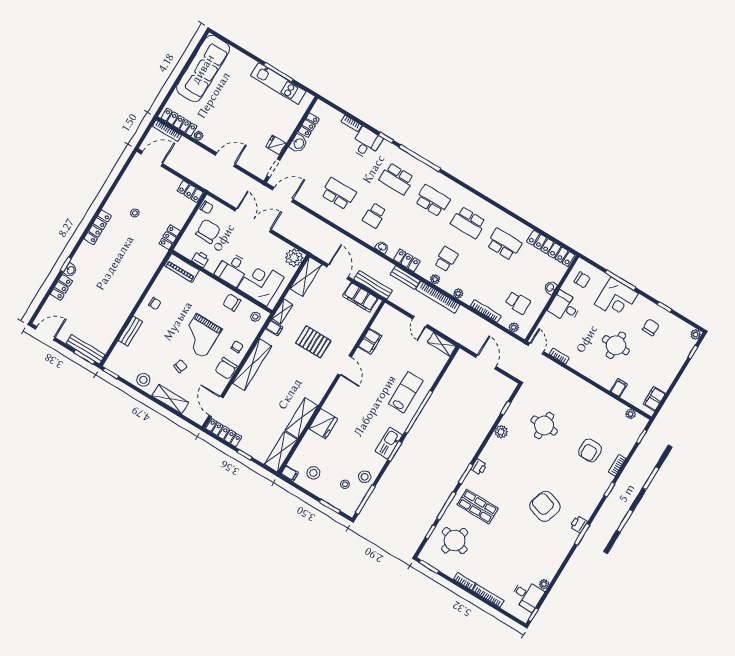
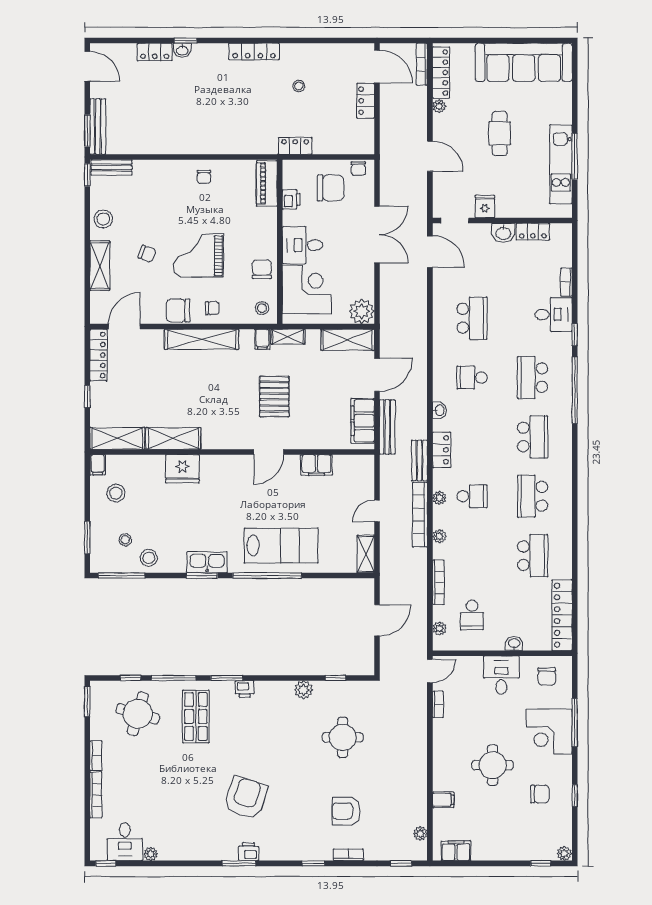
cafe table: (237, 109) -> (500, 133), added
locker: (190, 191) -> (365, 101), moved
bench: (130, 331) -> (111, 168), moved
lab bench: (406, 392) -> (281, 546), width x1.36, depth x1.39

